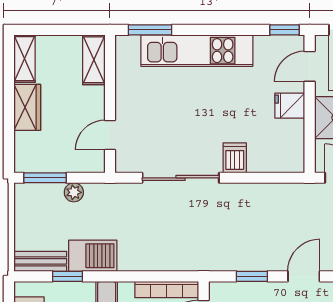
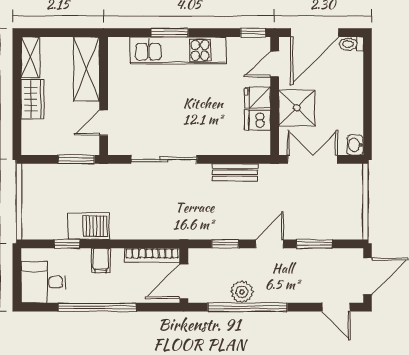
window: (150, 30) -> (170, 33), moved
shelving: (94, 60) -> (86, 69), width x1.50, depth x1.33
dishwasher: (235, 158) -> (257, 120), moved, turned -90
window: (45, 178) -> (76, 159), moved
plant: (74, 192) -> (73, 172), removed
bench: (40, 261) -> (235, 172), moved

